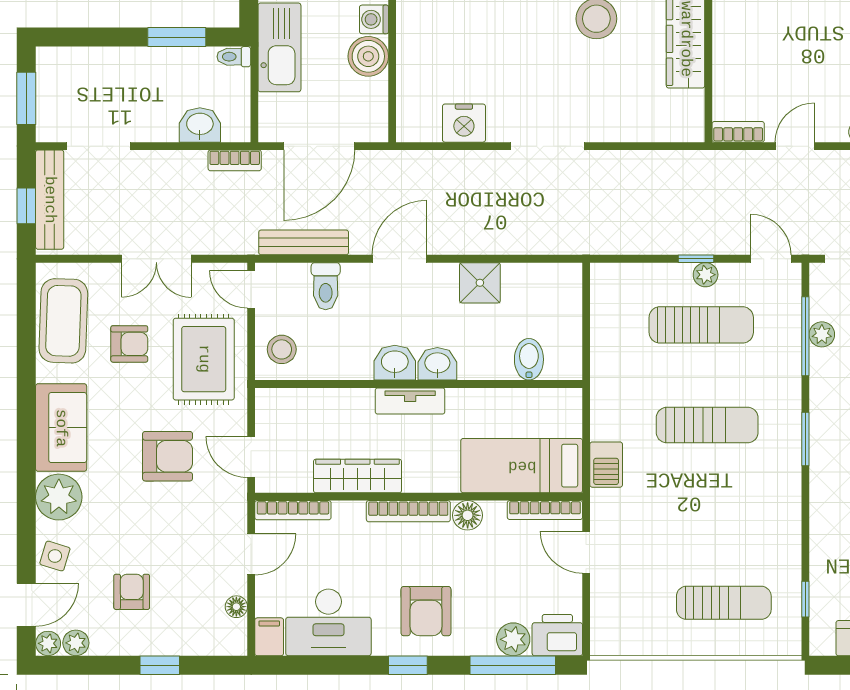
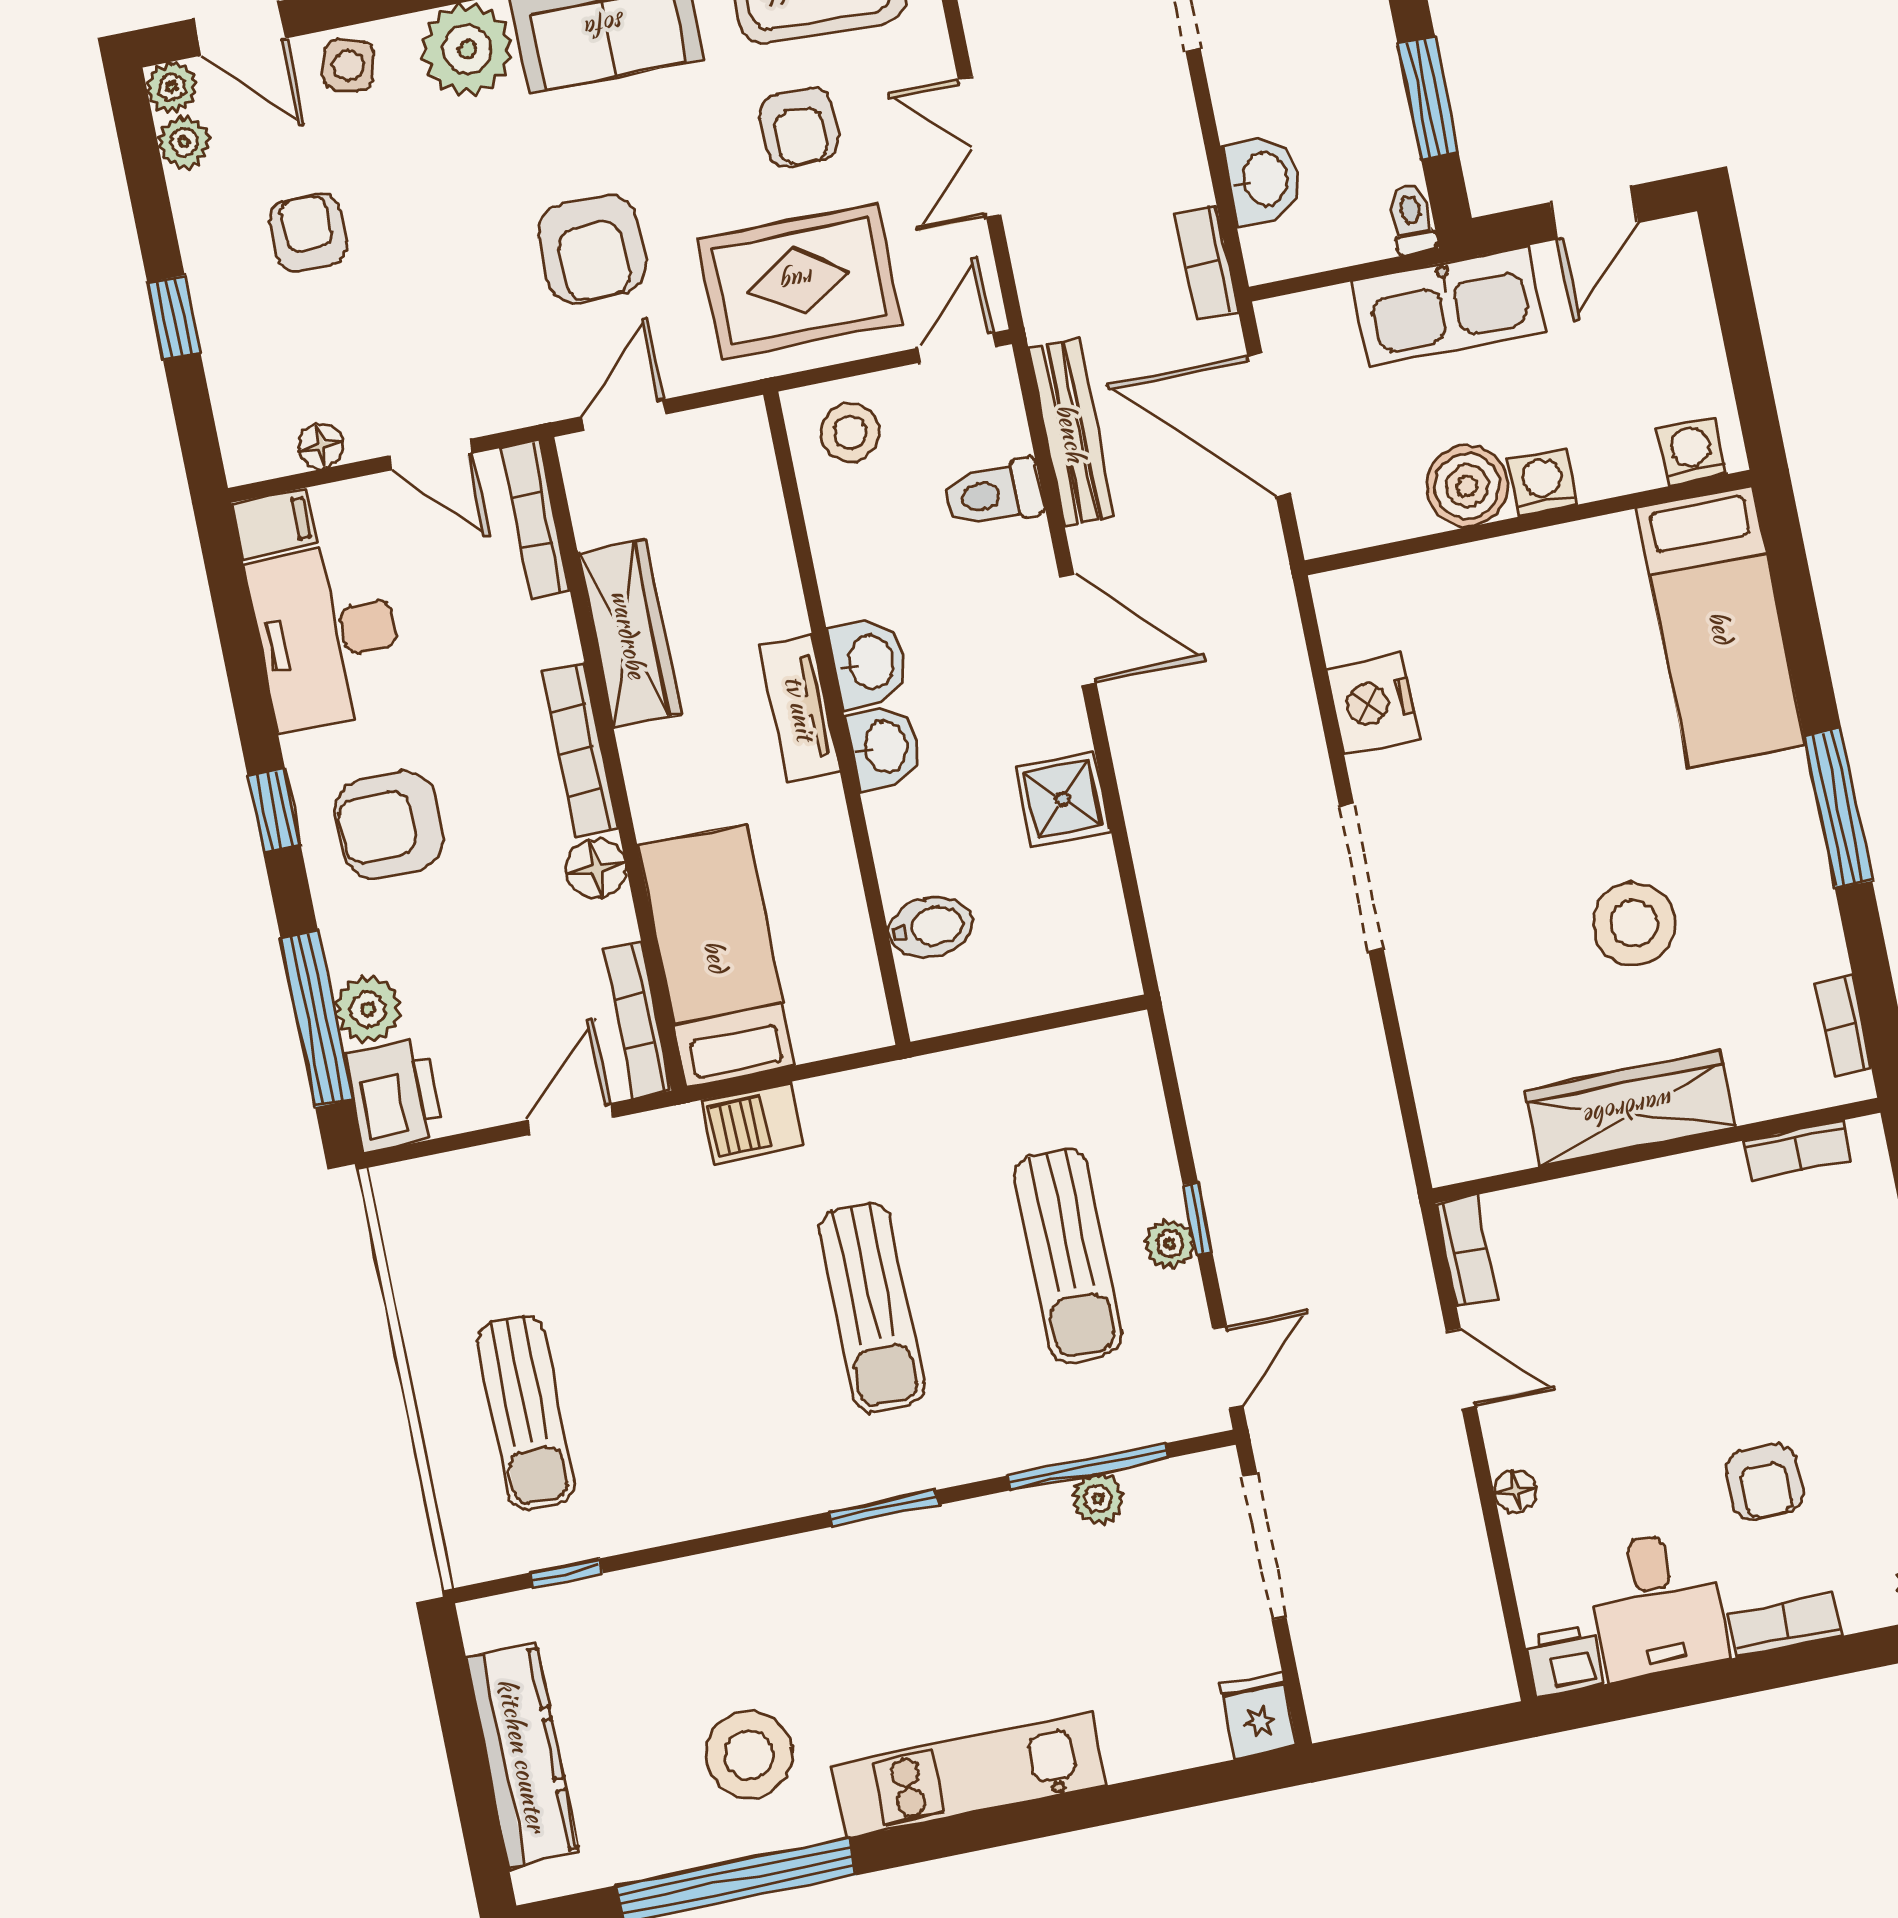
armchair: (132, 592) -> (308, 232), turned -90

